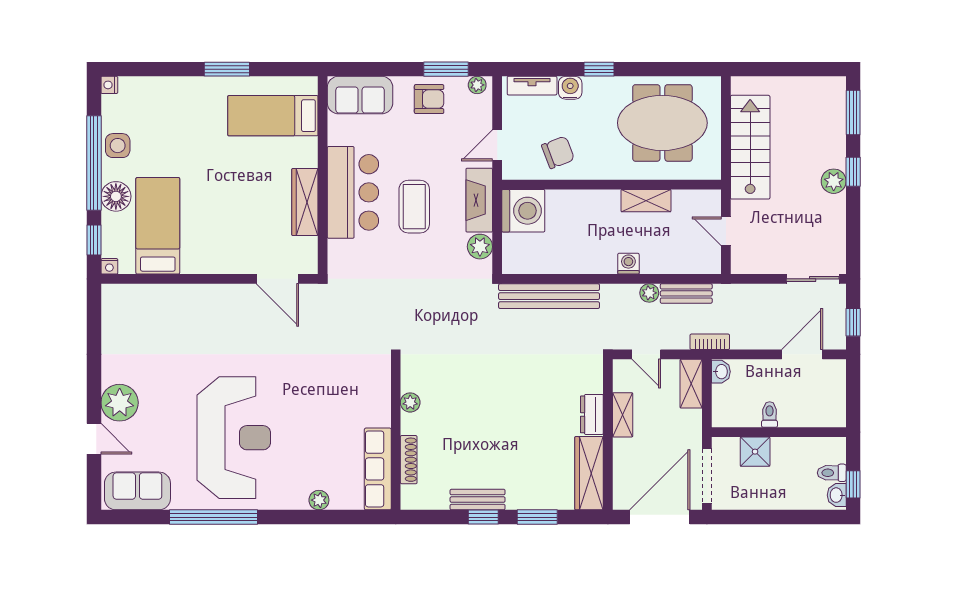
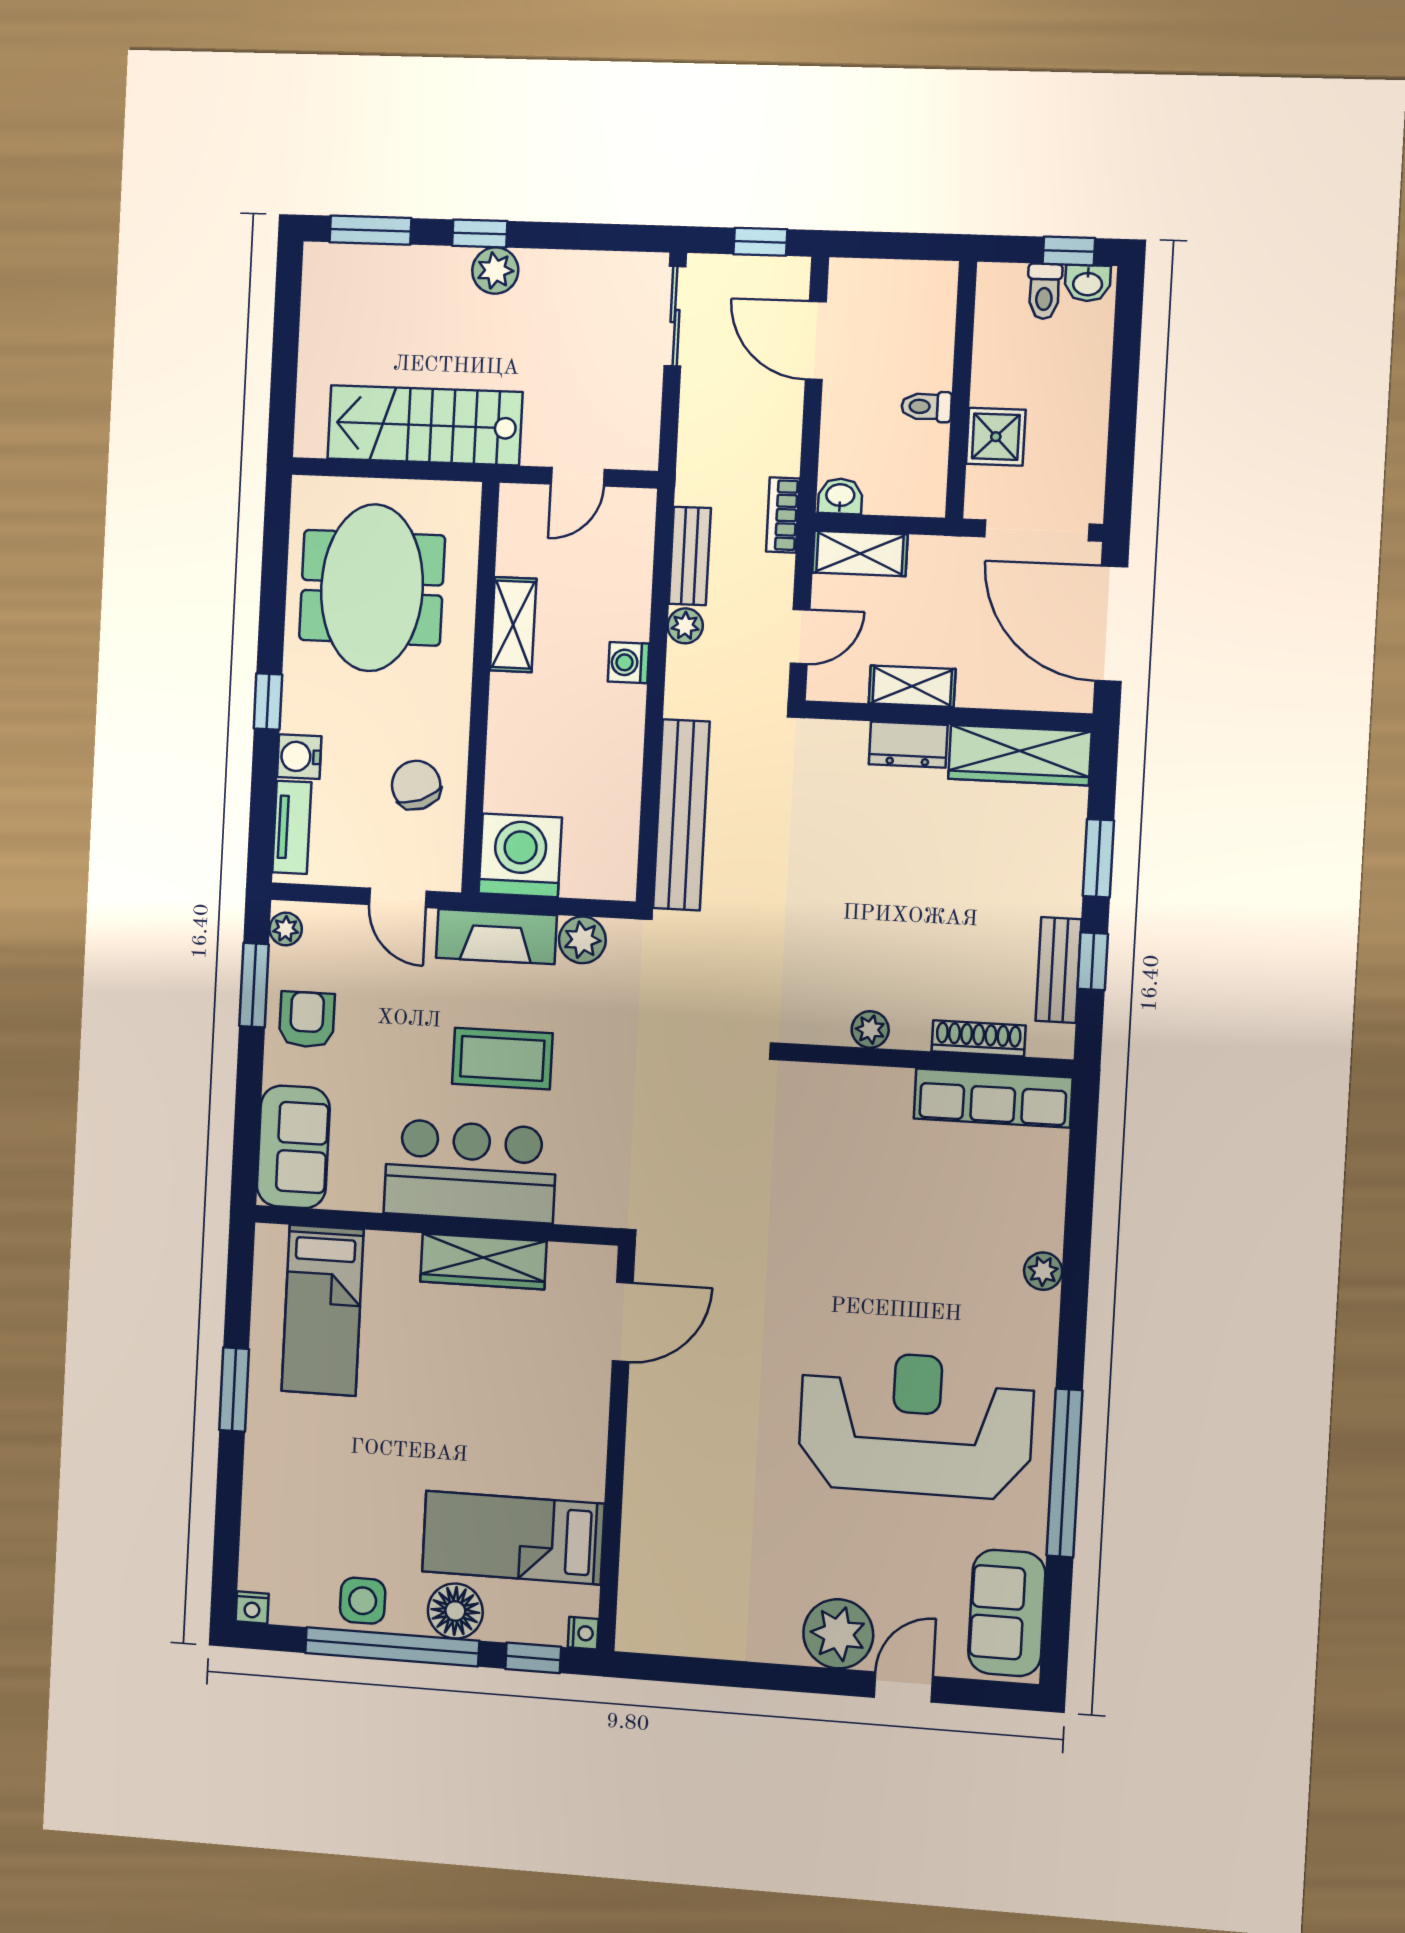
plant: (410, 402) -> (870, 1029), moved
wall: (396, 435) -> (929, 1060), moved
shoe rack: (409, 460) -> (979, 1038), moved
row of seats: (378, 469) -> (993, 1098), moved

